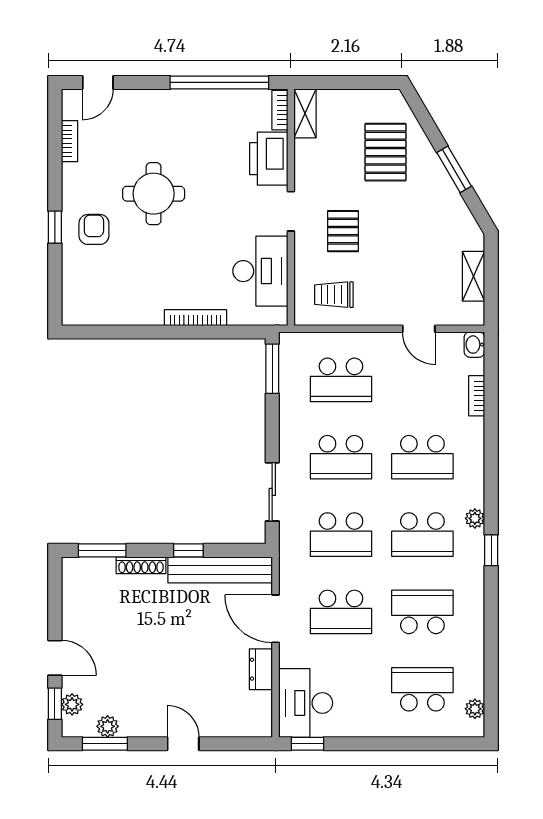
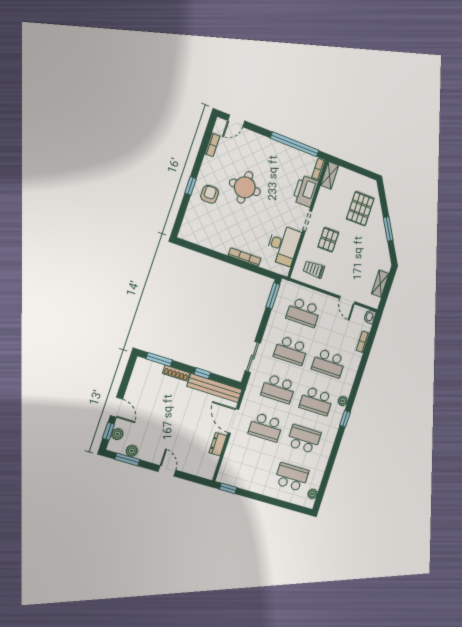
desk: (306, 703) -> (234, 468), removed

